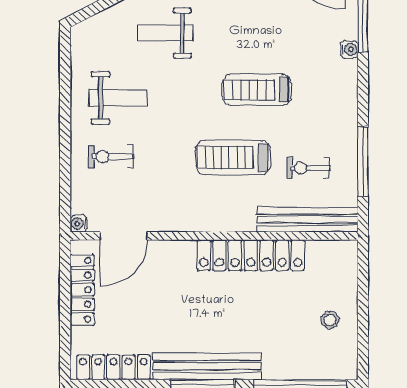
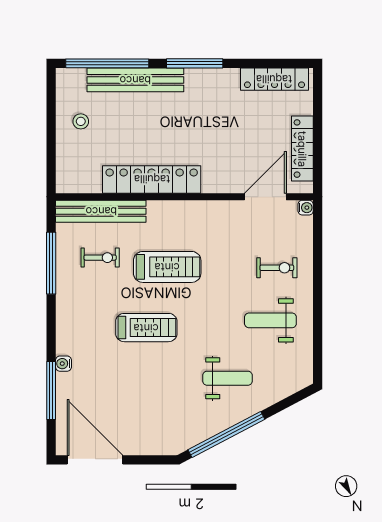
bench: (207, 366) -> (135, 80), moved

